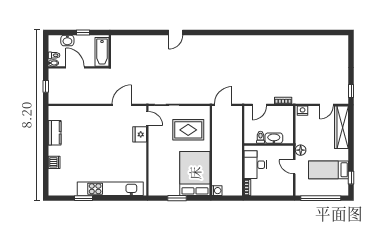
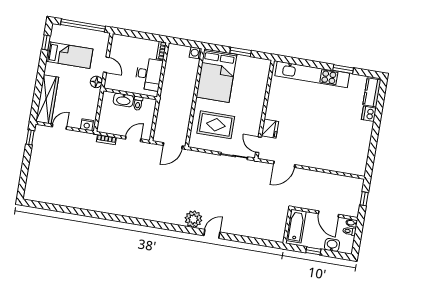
plant: (194, 43) -> (193, 219), added
kitchen counter: (55, 133) -> (372, 92), moved

